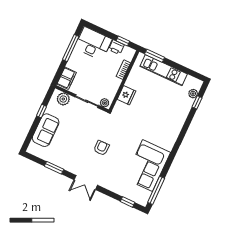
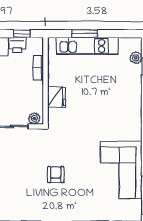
window: (155, 56) -> (85, 34), moved

